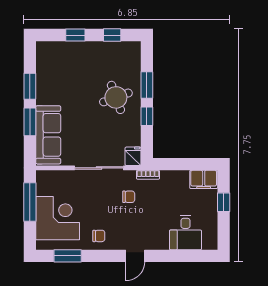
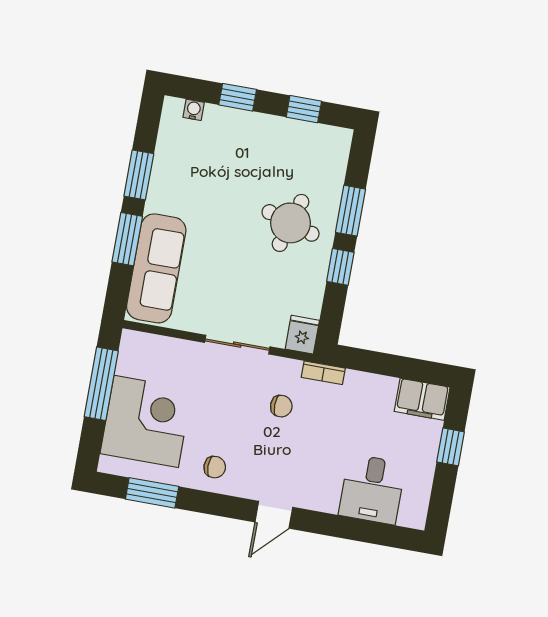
water cooler: (53, 46) -> (194, 110), added
round table: (116, 97) -> (291, 223), turned 37
sliding door: (99, 168) -> (237, 345), width x0.73

